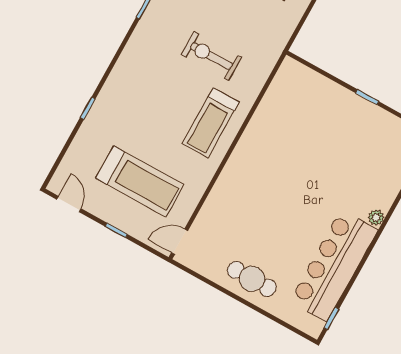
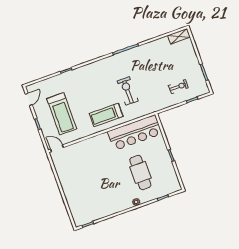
bar counter: (334, 265) -> (135, 133), moved, turned 180
cafe table: (252, 279) -> (140, 172), moved, width x1.37, depth x1.35

